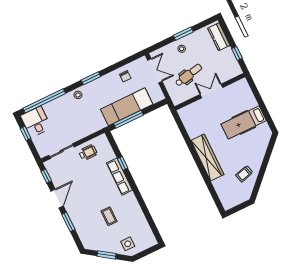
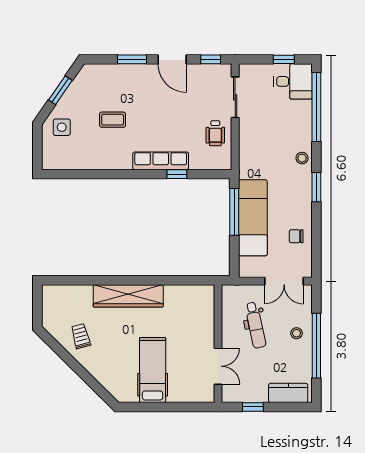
window: (183, 34) -> (316, 346), width x2.11
double door: (211, 91) -> (218, 366), moved

